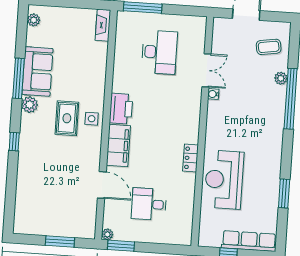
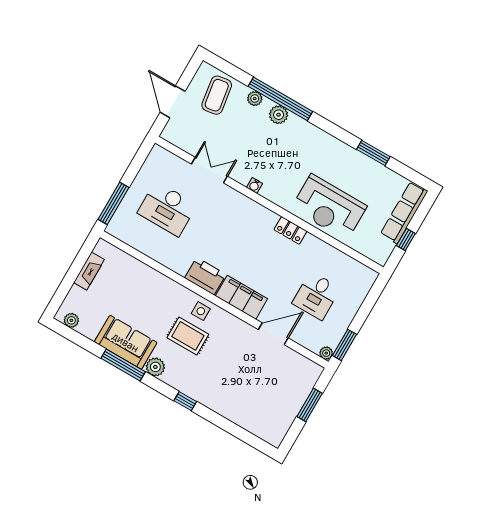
fireplace: (103, 25) -> (89, 271), moved, turned -90
coffee table: (269, 47) -> (217, 95), width x1.36, depth x1.30
desk: (159, 52) -> (167, 209), turned 180
water cooler: (213, 94) -> (254, 185), moved
plant: (277, 103) -> (279, 115), added

